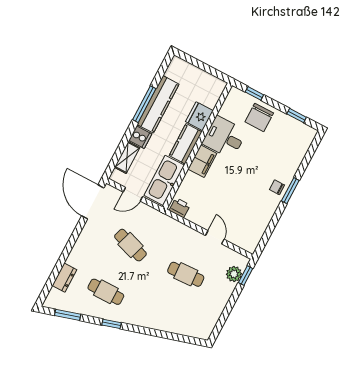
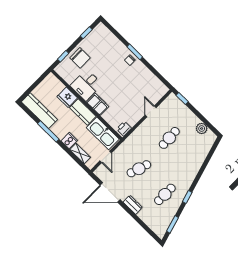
kitchen counter: (158, 104) -> (39, 111), moved
door: (93, 202) -> (110, 192), moved
door: (215, 237) -> (151, 111), hinge flipped
plant: (234, 274) -> (202, 128), moved
dresser: (64, 278) -> (133, 205), moved

